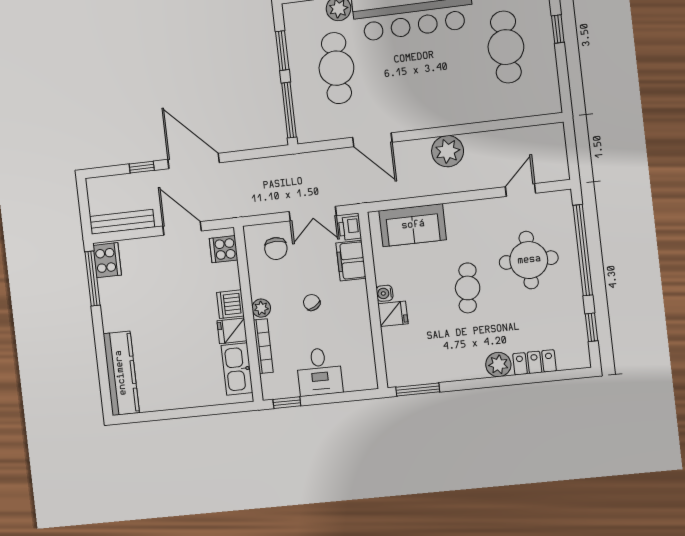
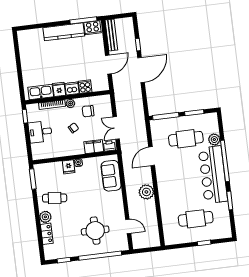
cooker: (224, 249) -> (85, 87), moved
chair: (276, 249) -> (88, 111), moved
cafe table: (468, 288) -> (55, 198), moved
kitchen counter: (121, 373) -> (64, 32), moved

